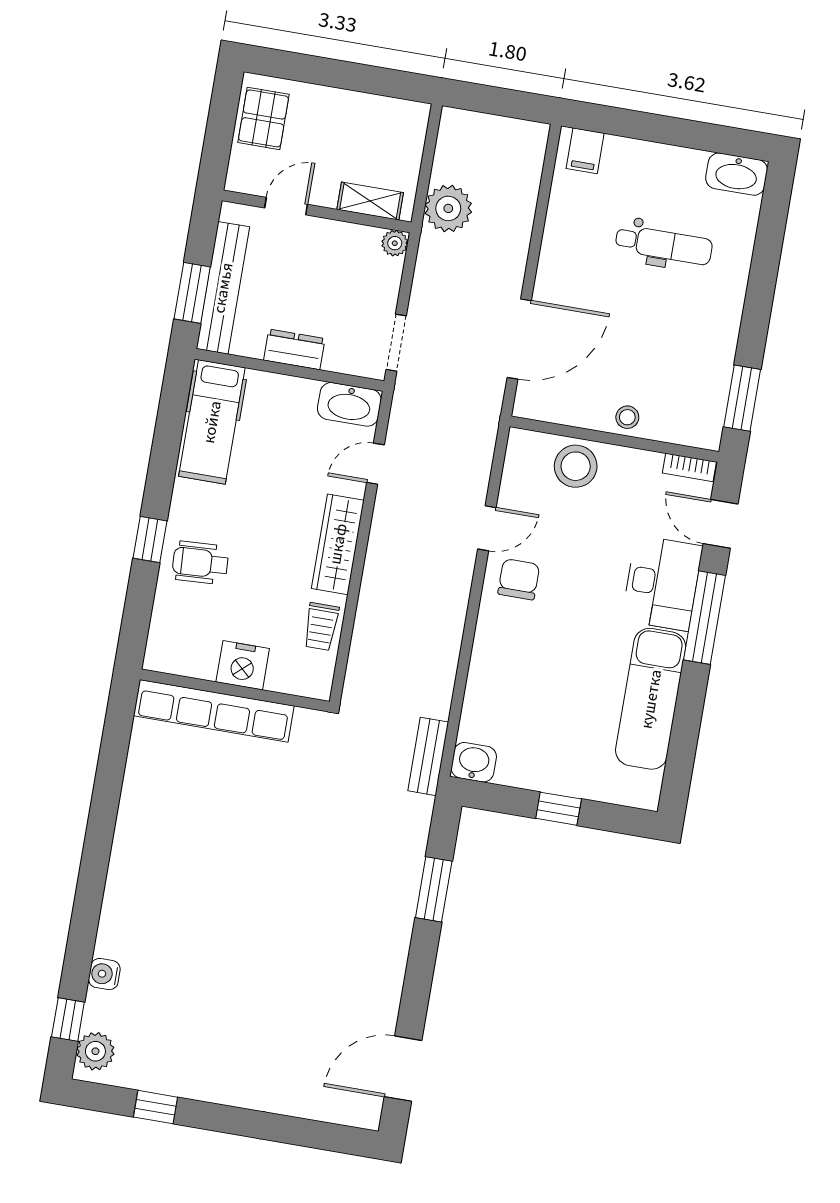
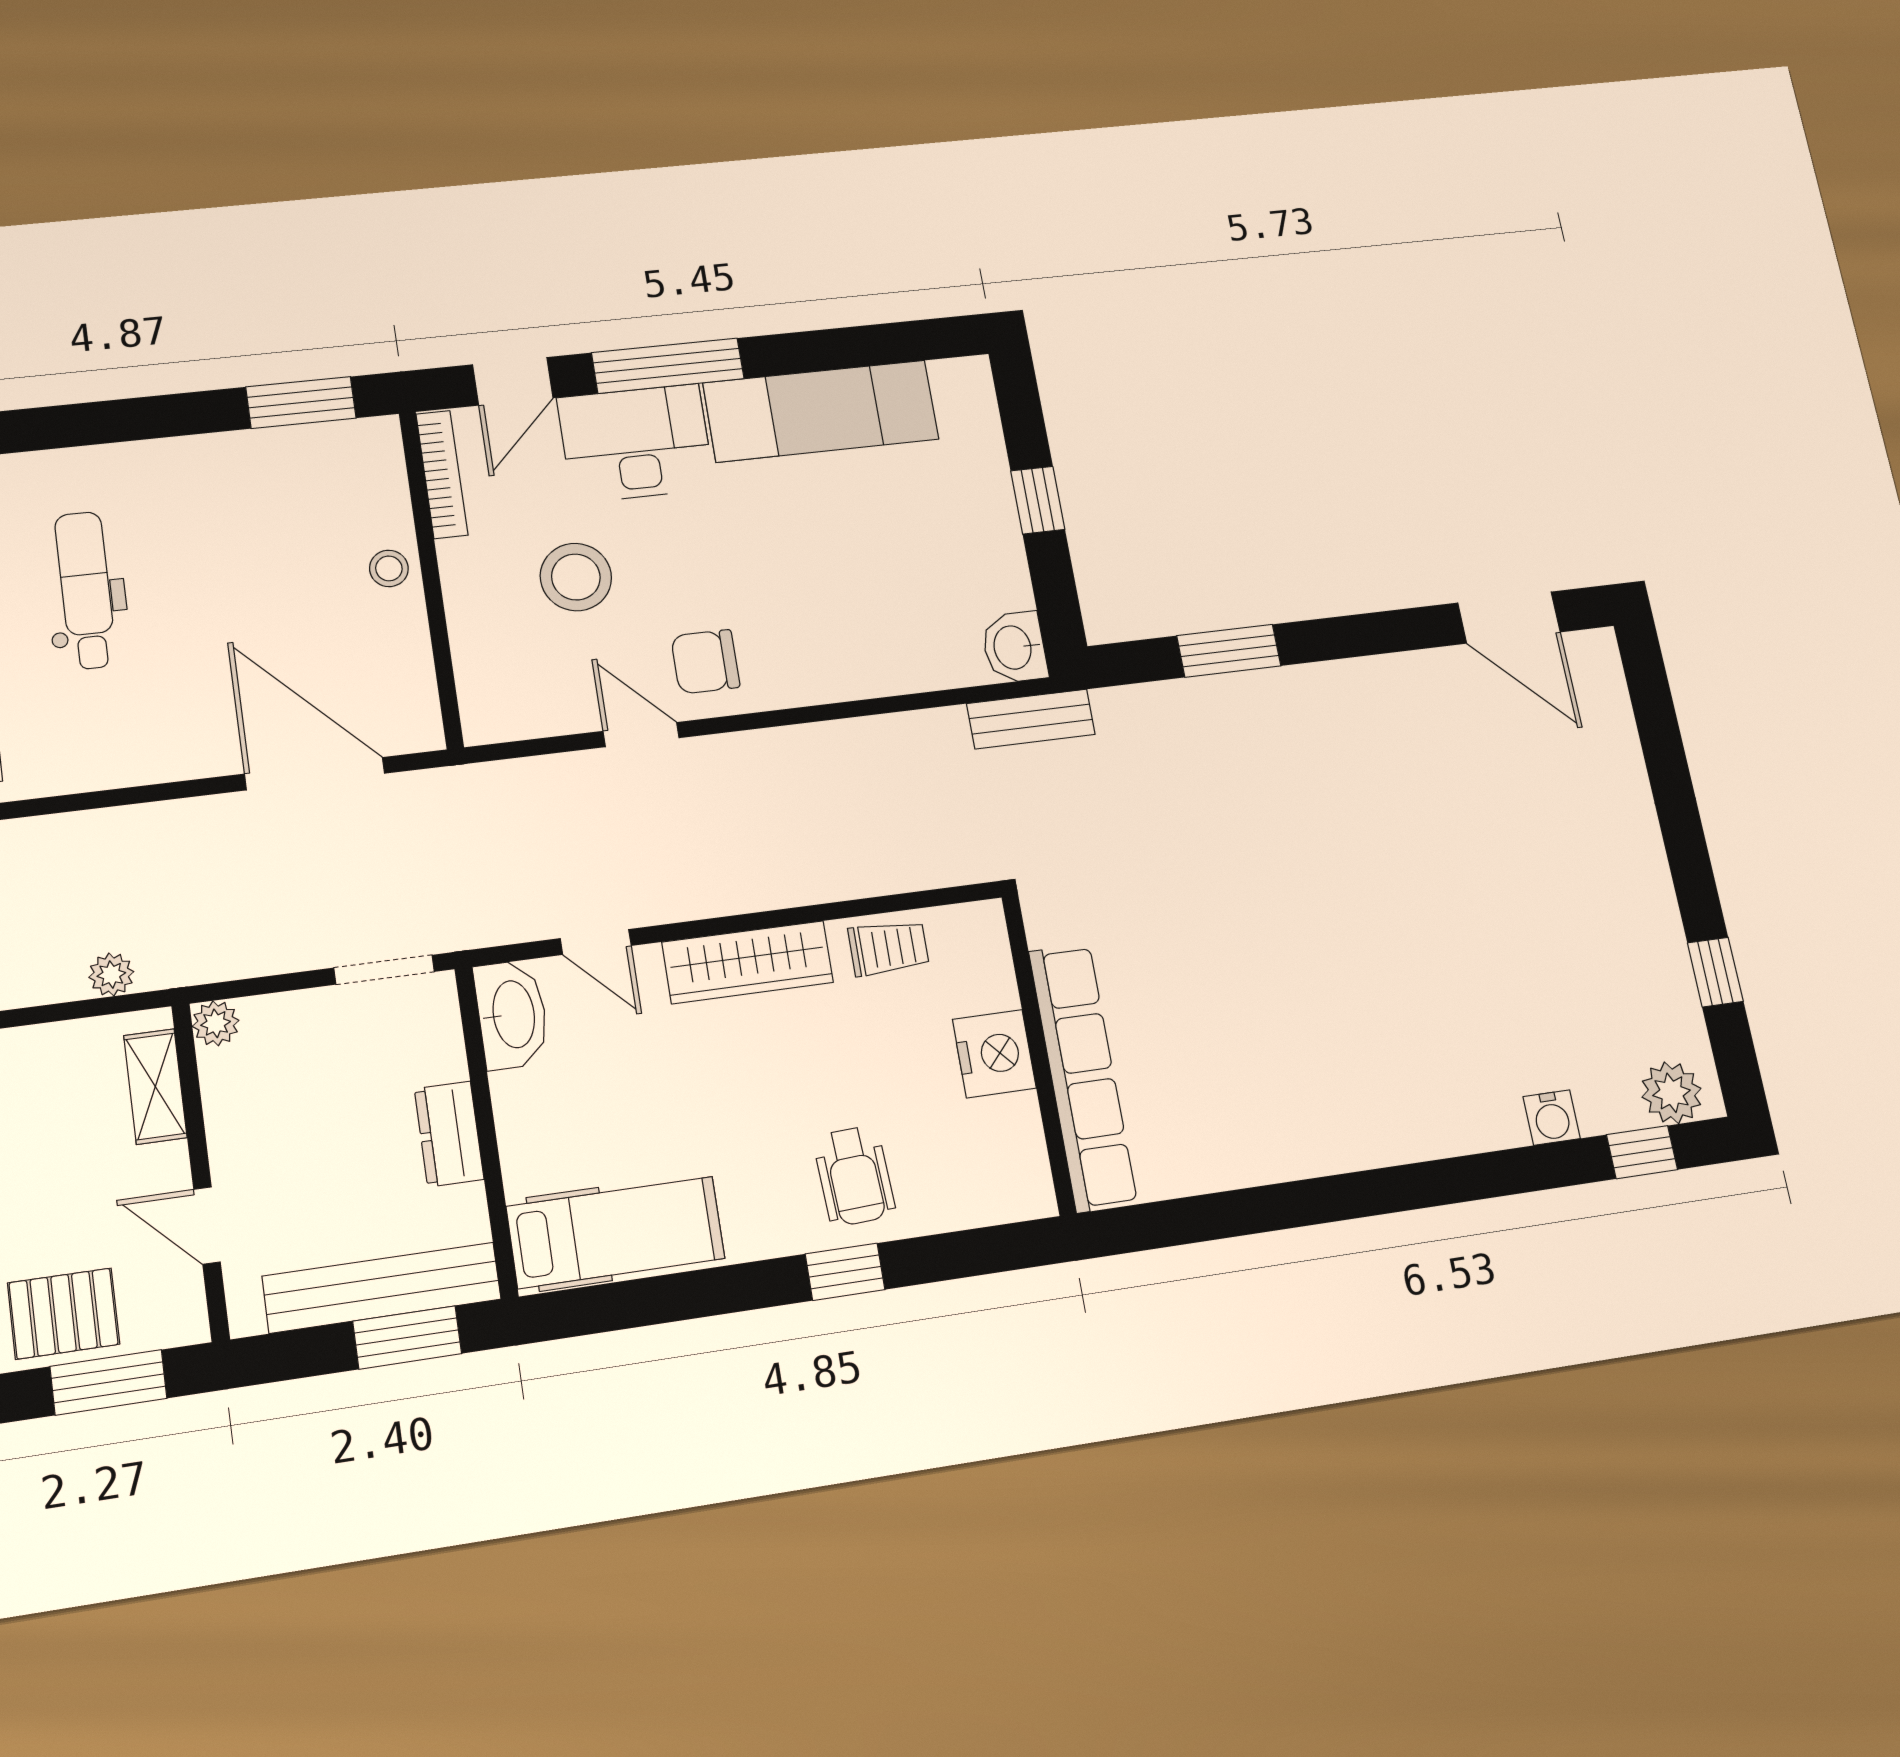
window: (220, 131) -> (109, 1382), added
plant: (448, 208) -> (111, 975), width x0.53, depth x0.53
stool: (576, 466) -> (576, 577), moved
bookcase: (689, 467) -> (442, 474), width x1.56

